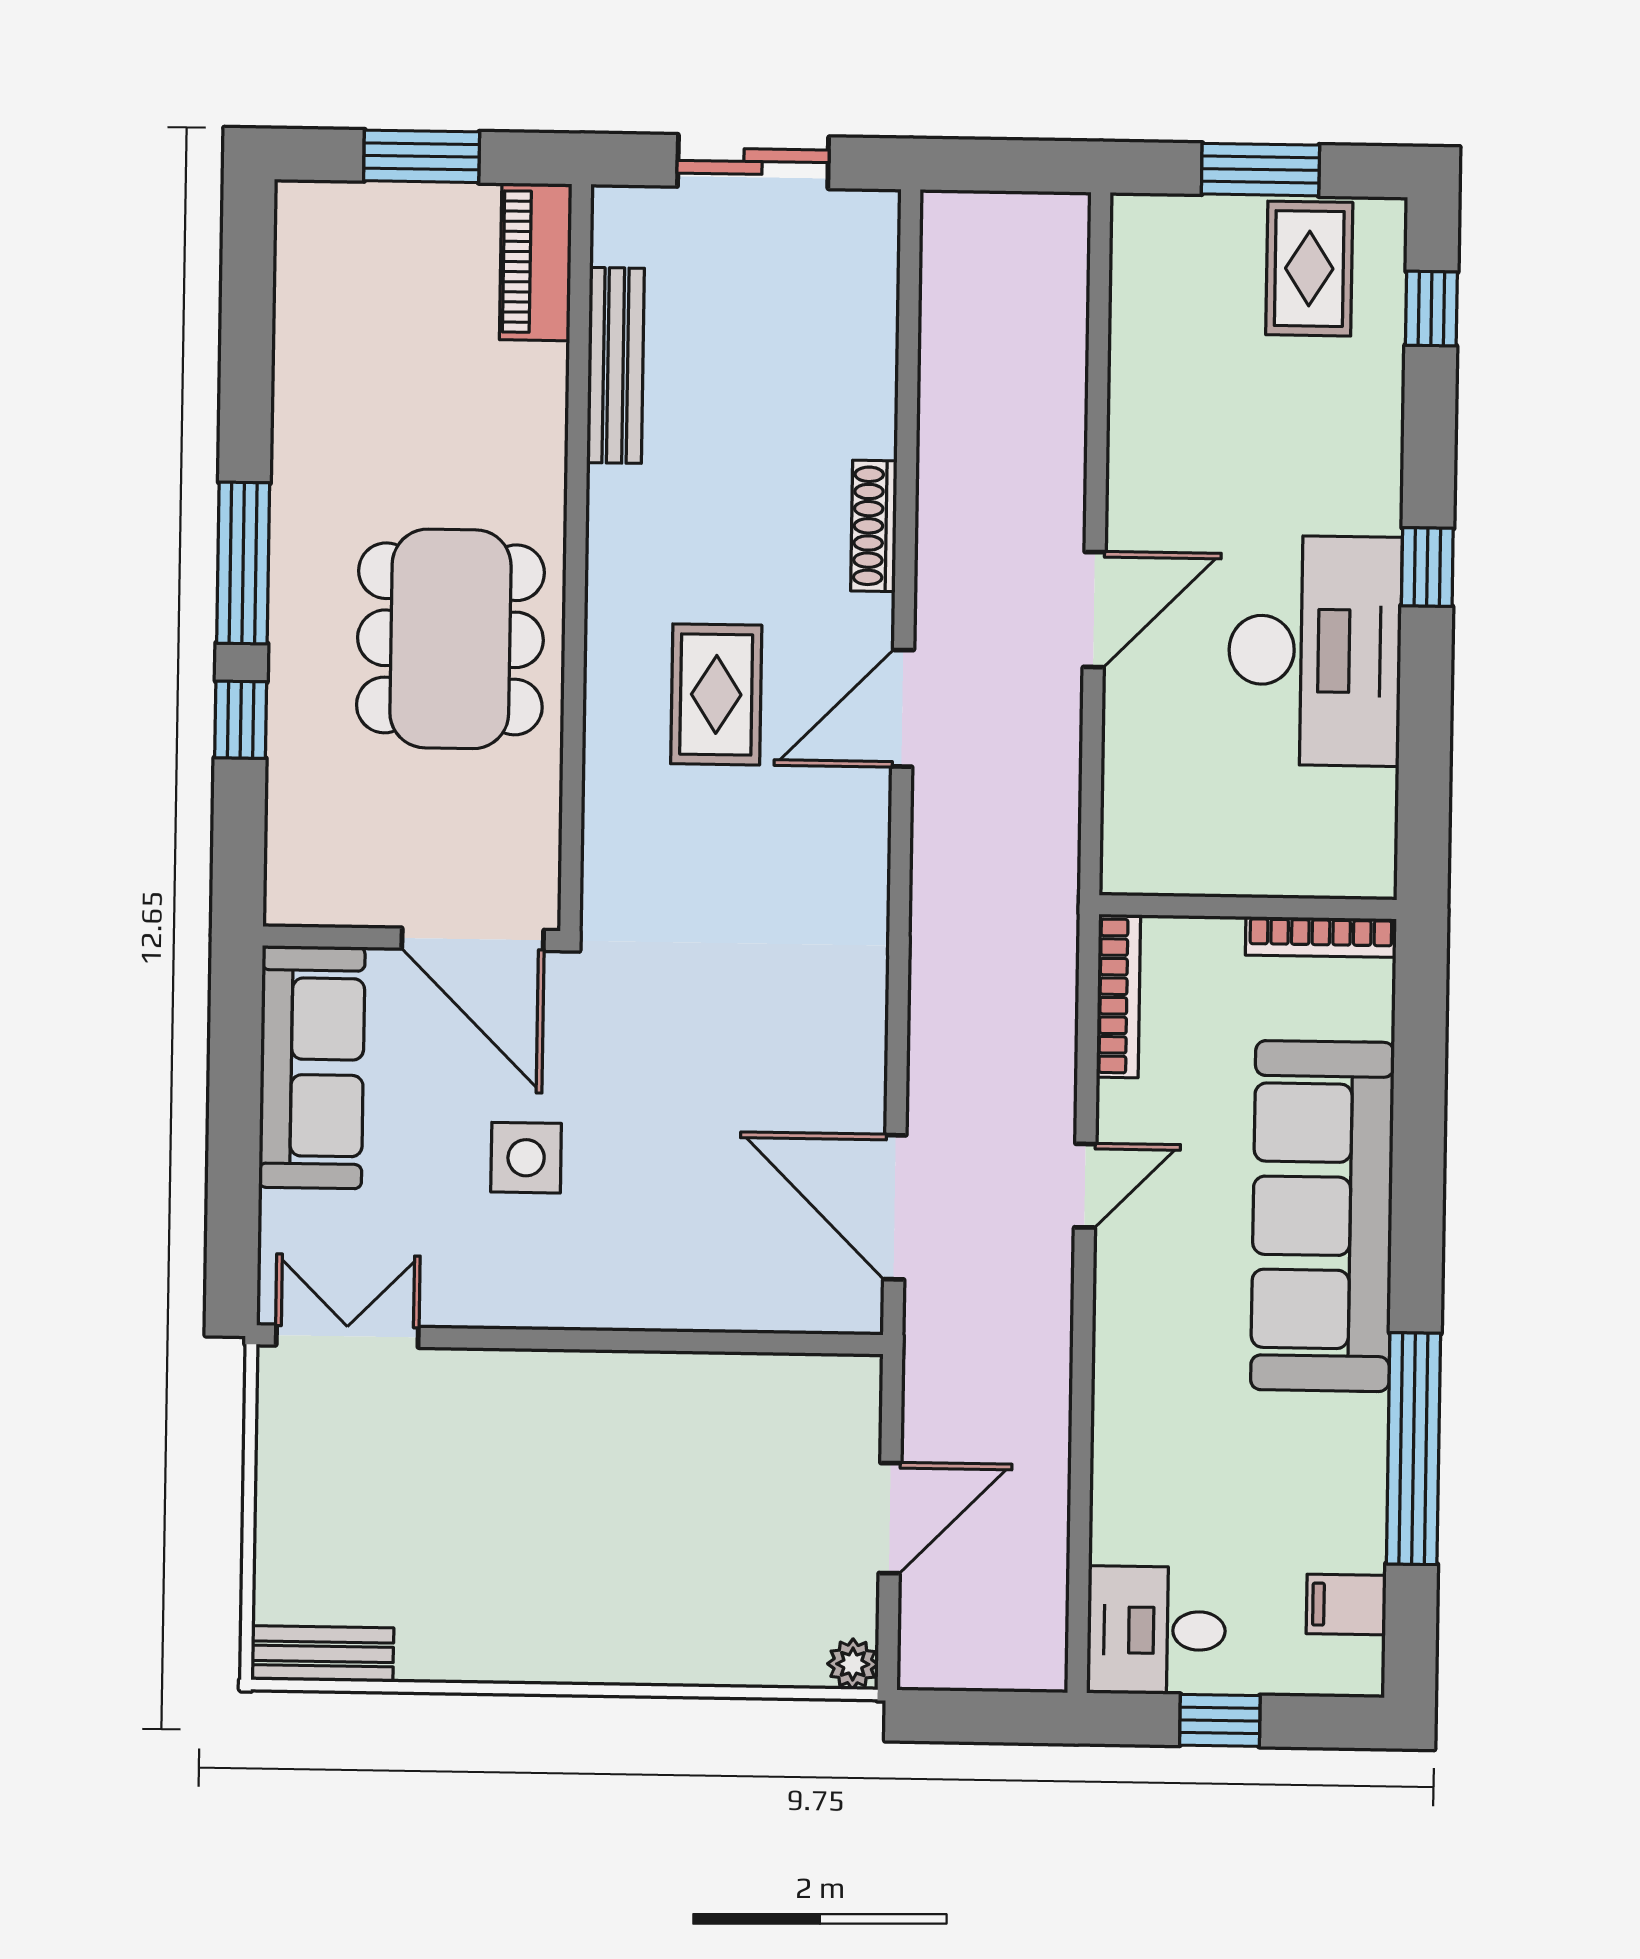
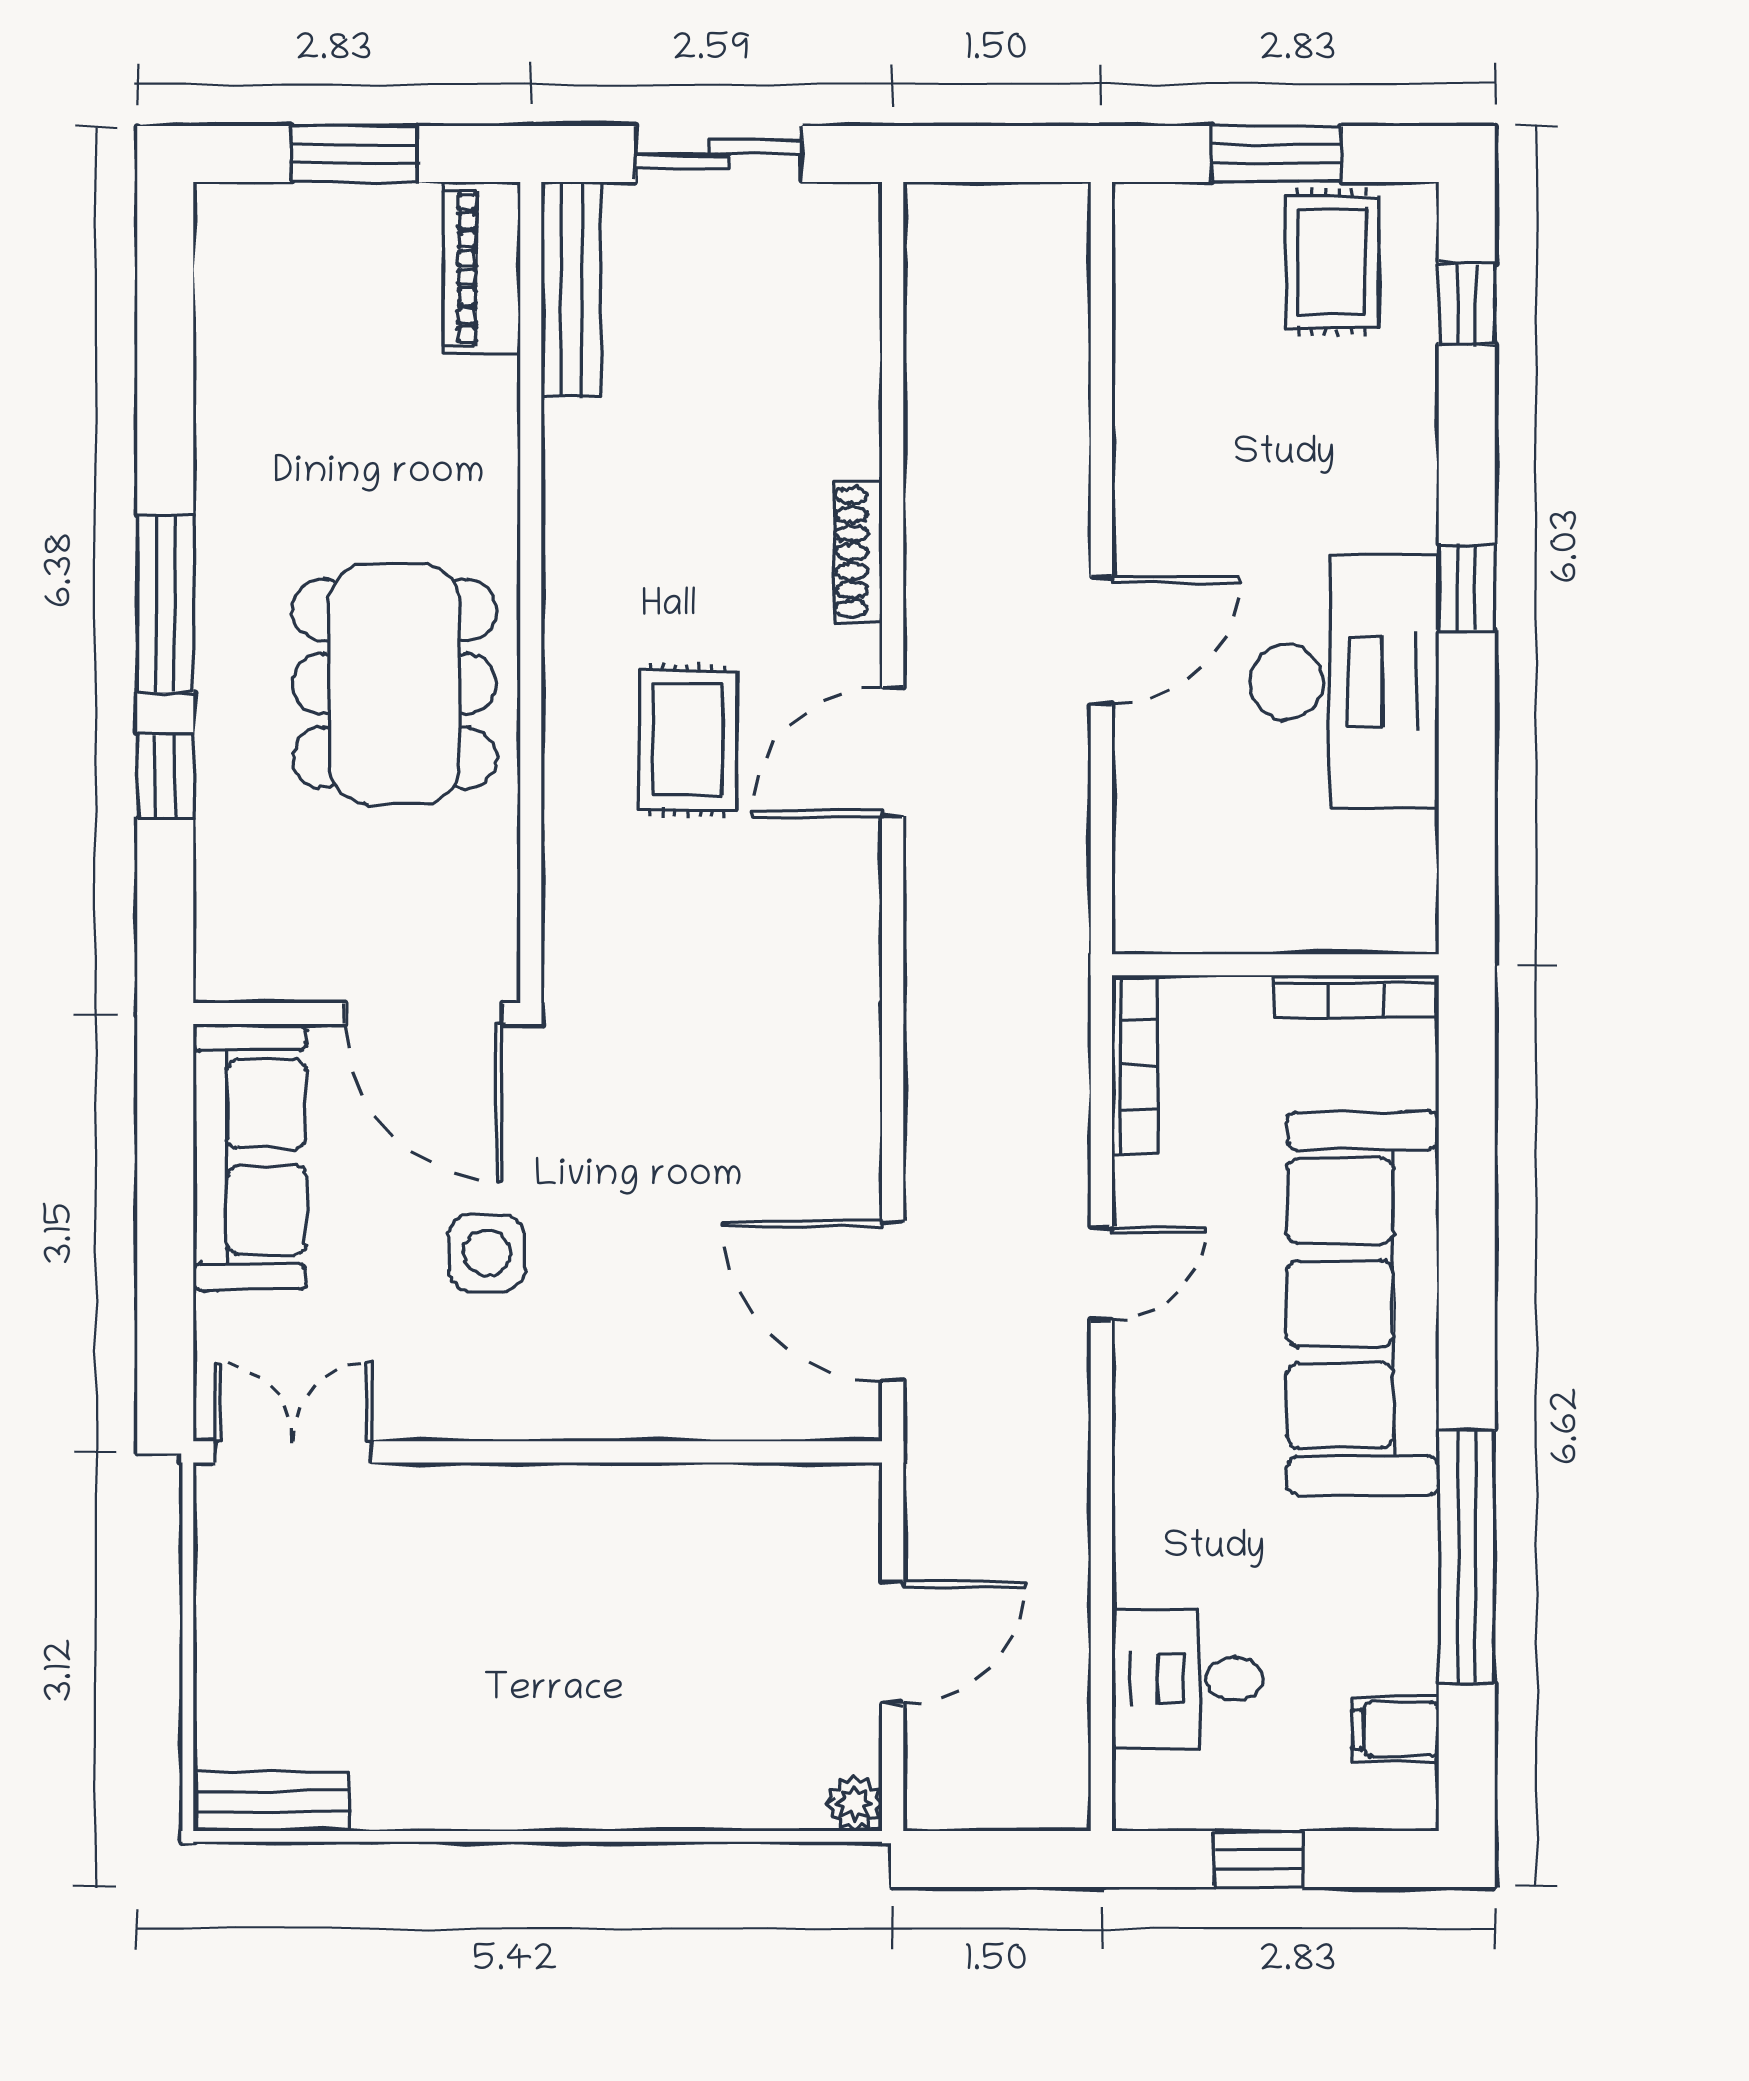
bench: (616, 365) -> (571, 289), moved
desk: (1156, 1630) -> (1187, 1679), moved

